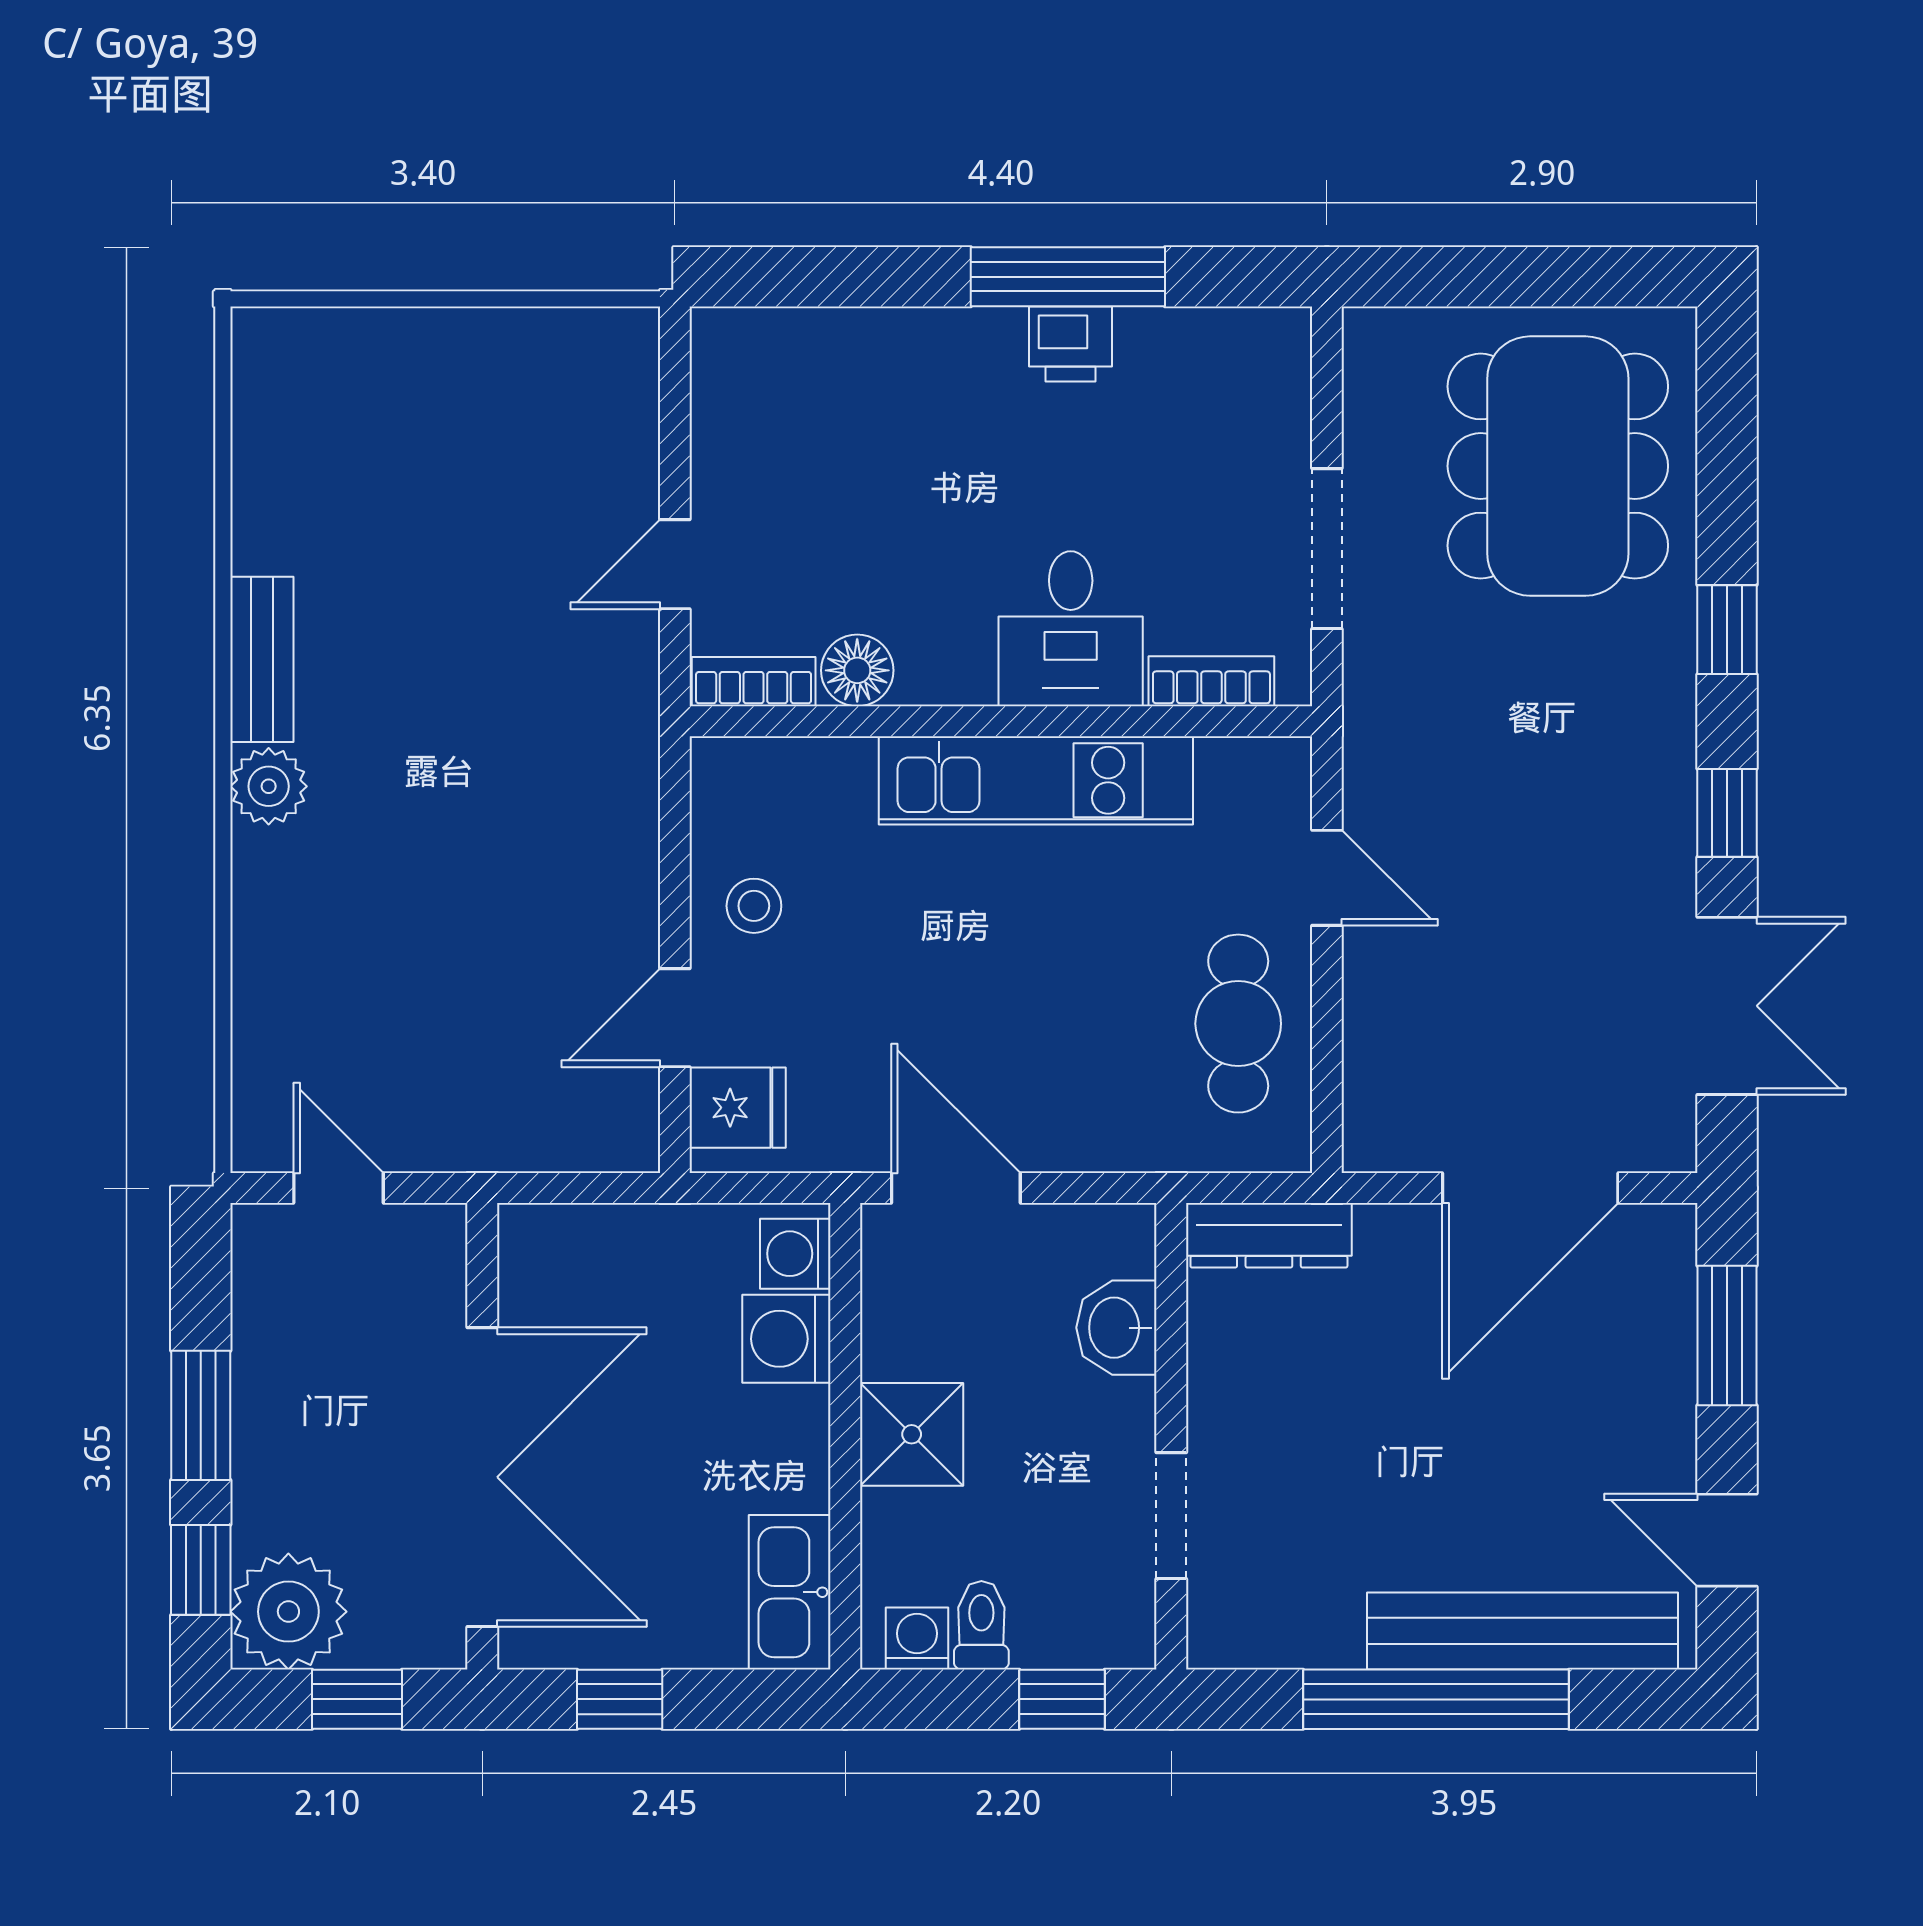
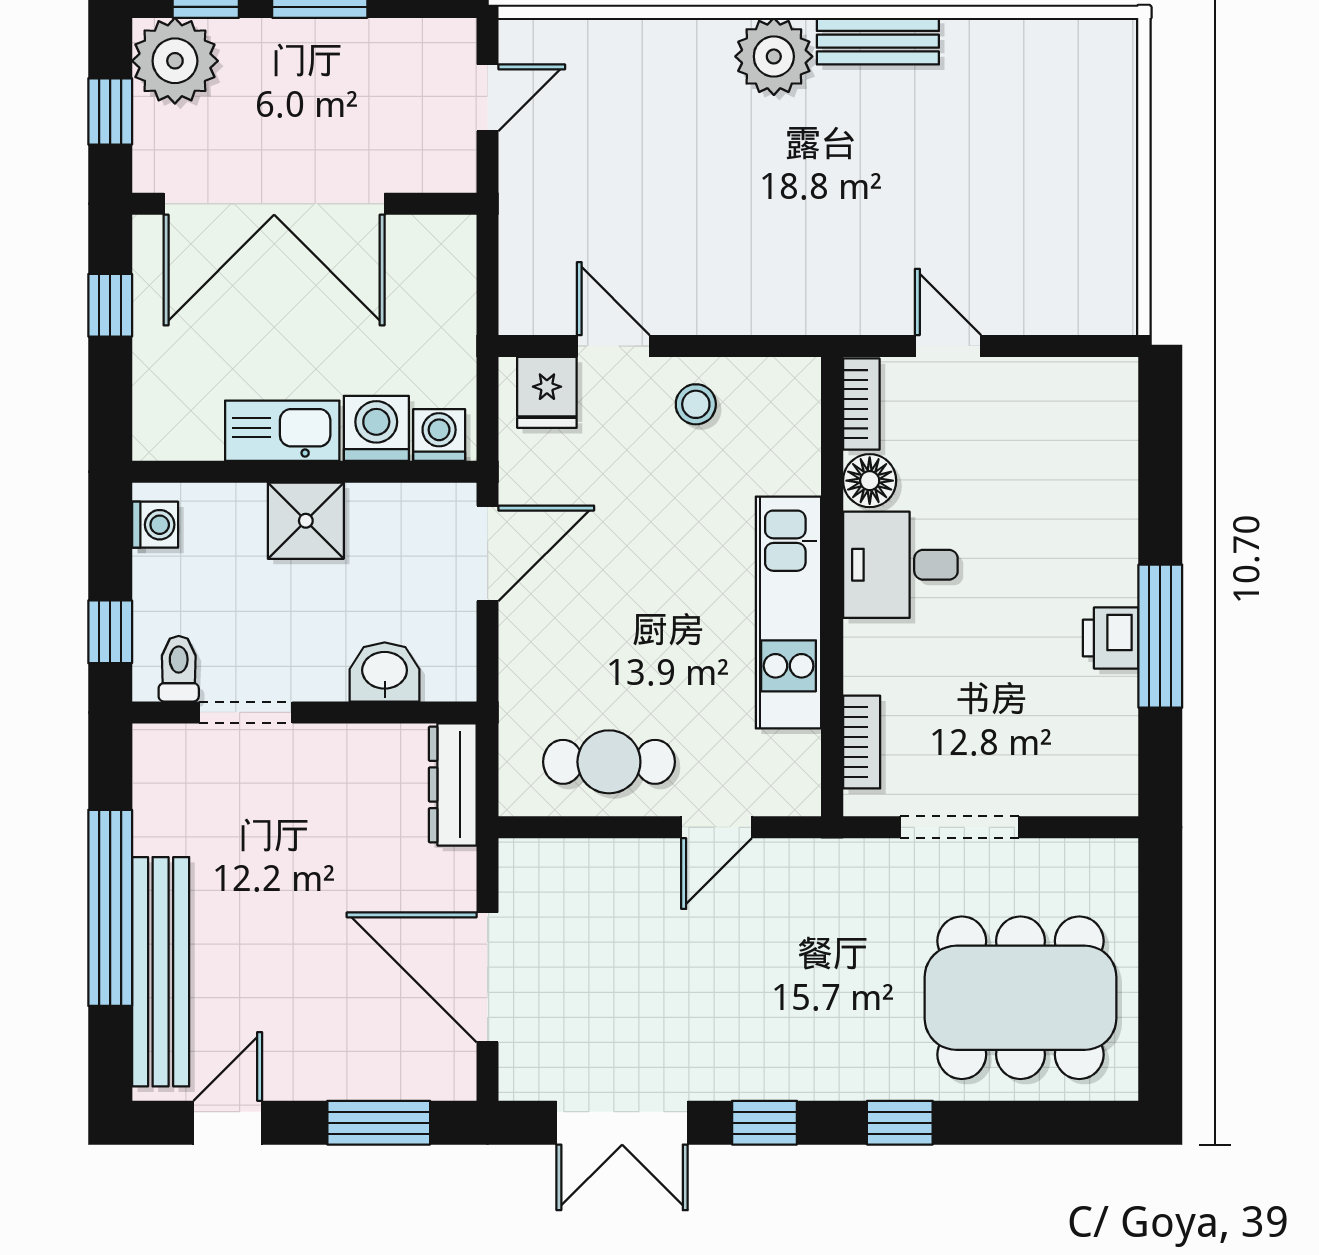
desk: (1071, 629) -> (900, 565), moved
plant: (269, 786) -> (774, 56), width x1.36, depth x1.36
kitchen sink: (790, 1592) -> (282, 431), moved
toilet: (981, 1625) -> (179, 669), moved, turned -90

